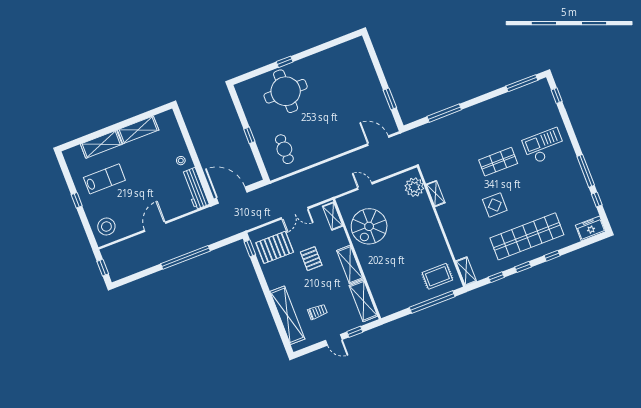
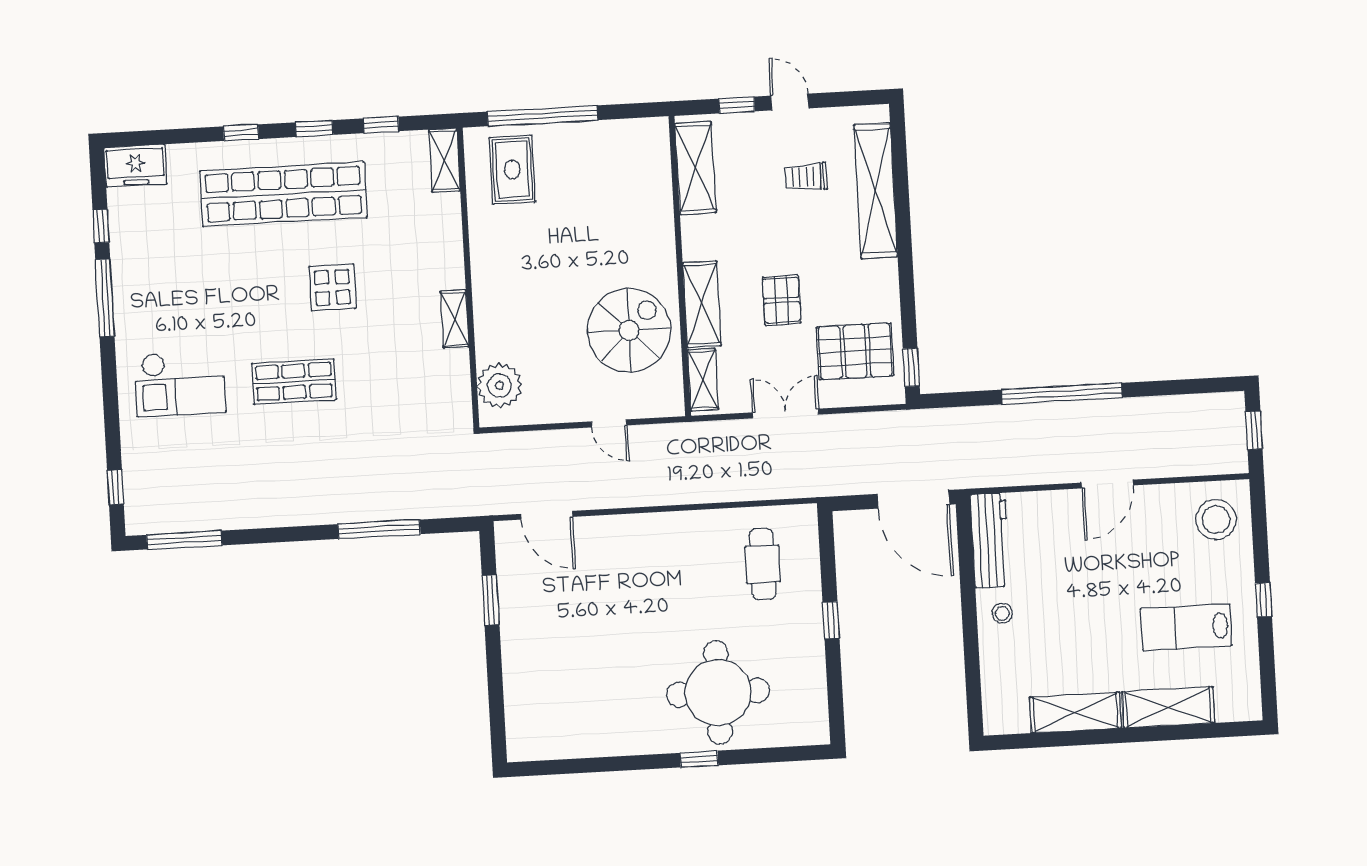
shelving: (436, 194) -> (455, 319), moved
shelving: (350, 265) -> (702, 304), moved
rug: (437, 276) -> (512, 170), turned 90

